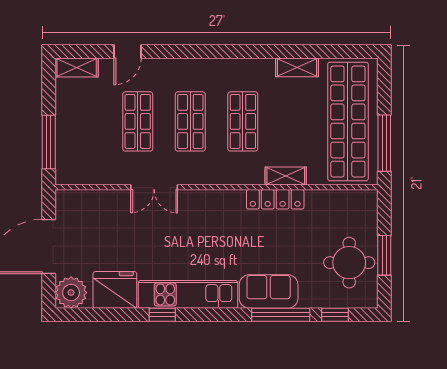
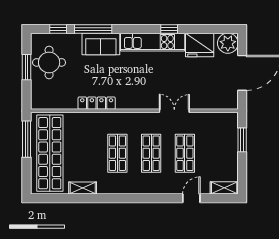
window: (49, 142) -> (242, 140), width x0.69
shelving: (286, 176) -> (90, 118), removed

